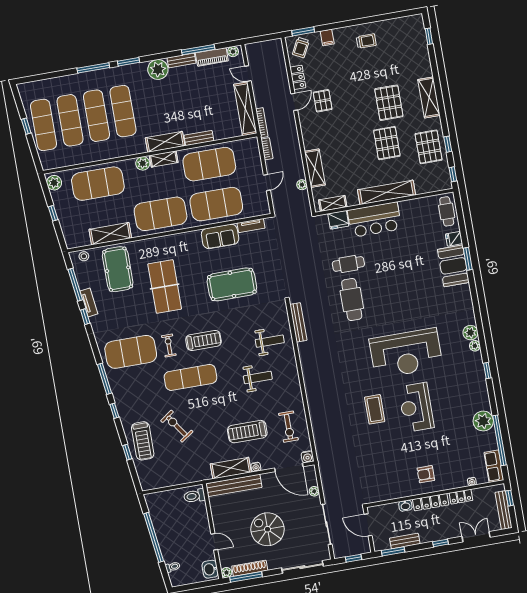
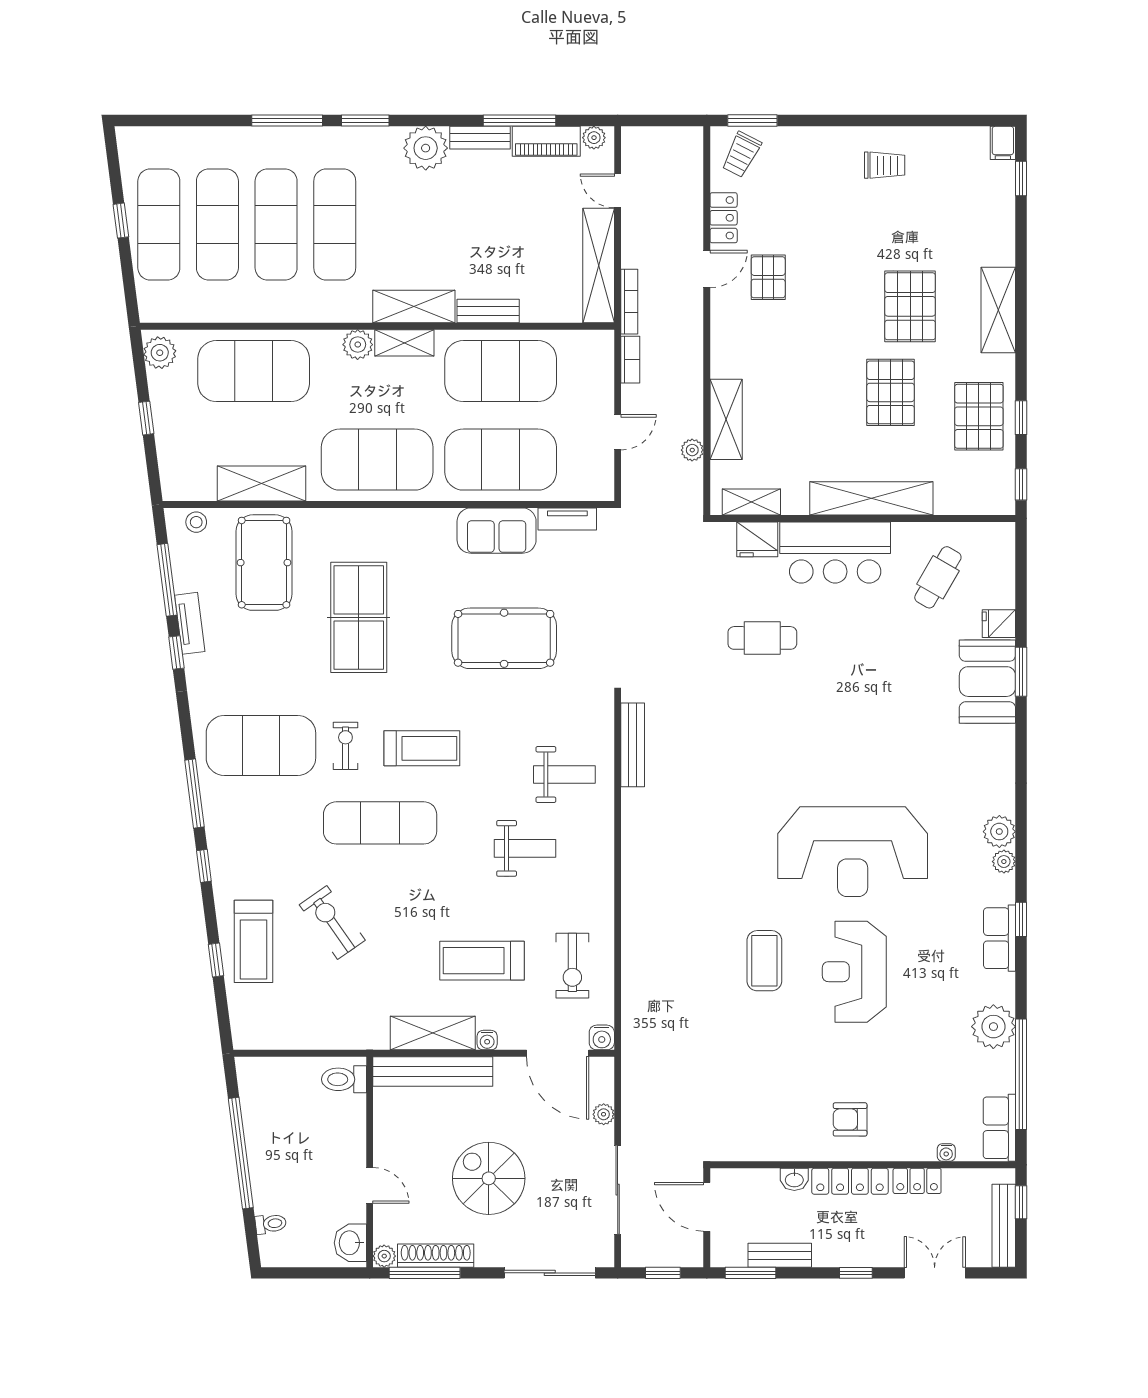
filing cabinet: (327, 37) -> (1003, 143), moved
cafe table: (447, 211) -> (938, 577), moved, turned 30
cafe table: (352, 300) -> (756, 716), removed
row of seats: (479, 381) -> (1000, 938), added

